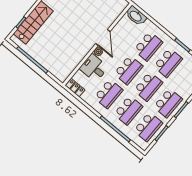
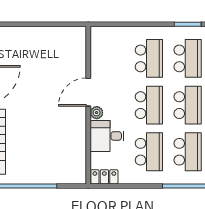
washbasin: (136, 16) -> (105, 35), removed
door: (103, 38) -> (88, 92), swing flipped

